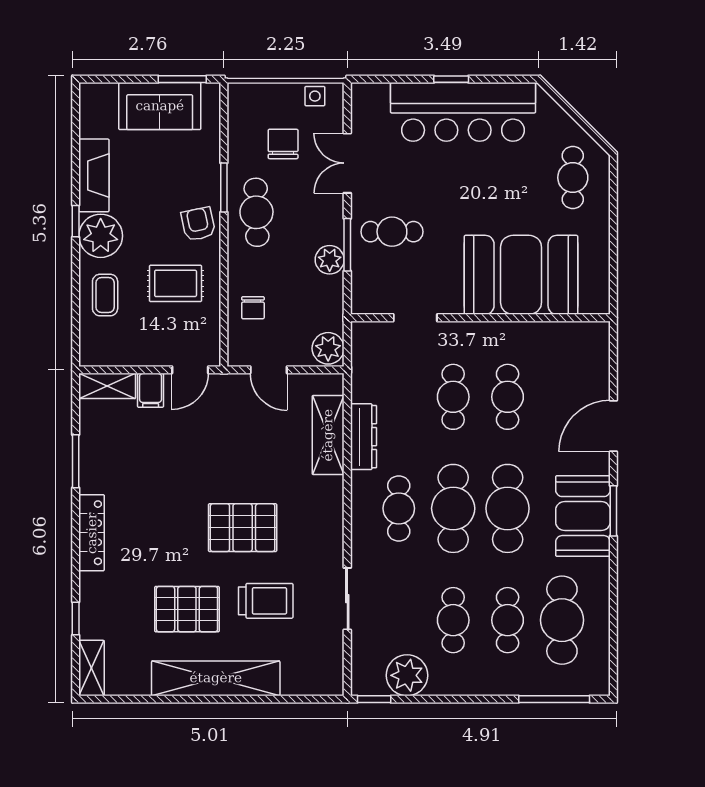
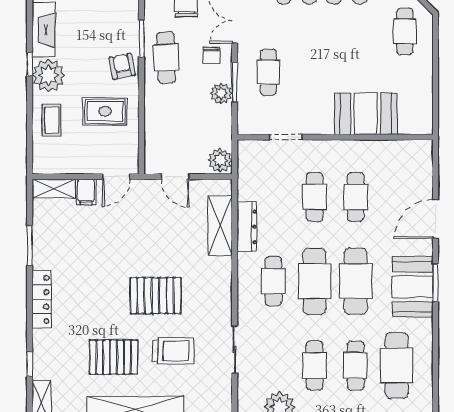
cafe table: (392, 232) -> (268, 72), turned 90
booth: (521, 275) -> (366, 114), width x0.73, depth x0.70
chair: (253, 308) -> (211, 55), moved

